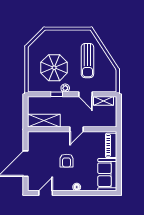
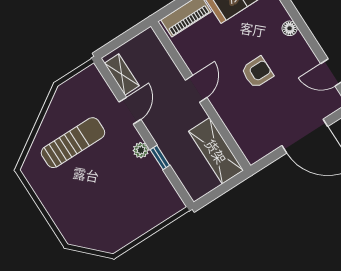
parasol: (54, 68) -> (119, 189), removed
door: (77, 129) -> (196, 89), hinge flipped

